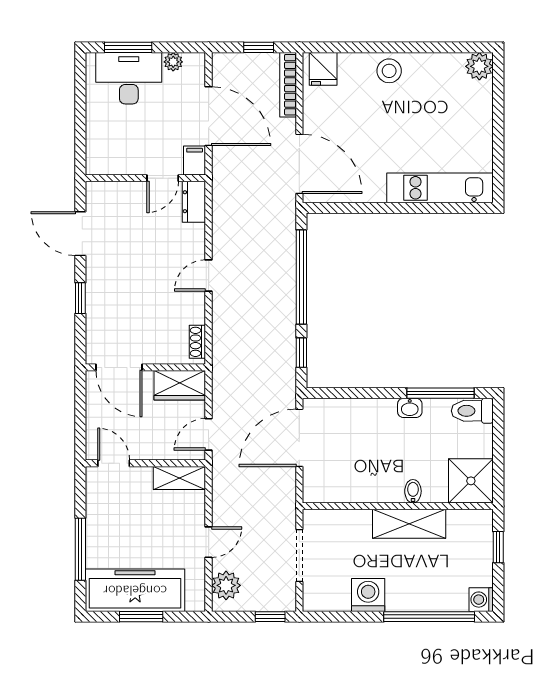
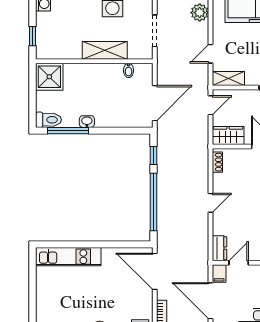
bidet: (413, 491) -> (129, 70), moved
shelving: (409, 524) -> (105, 50), moved
door: (209, 542) -> (210, 54), moved

